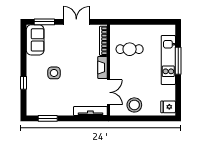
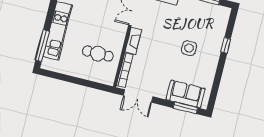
double door: (76, 22) -> (138, 96), moved
sofa: (35, 40) -> (186, 94), moved, turned 90
window: (178, 61) -> (42, 46), moved

